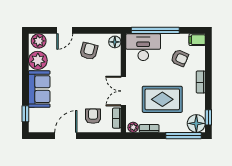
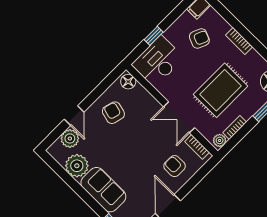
window: (155, 30) -> (154, 36), width x0.32
plant: (39, 41) -> (70, 138), moved

